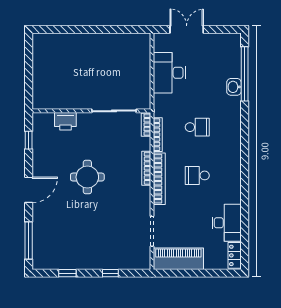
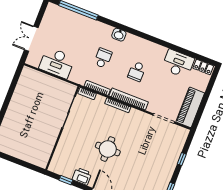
washbasin: (234, 87) -> (119, 35), moved
printer: (65, 121) -> (82, 176), moved, turned -90

